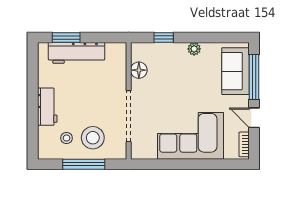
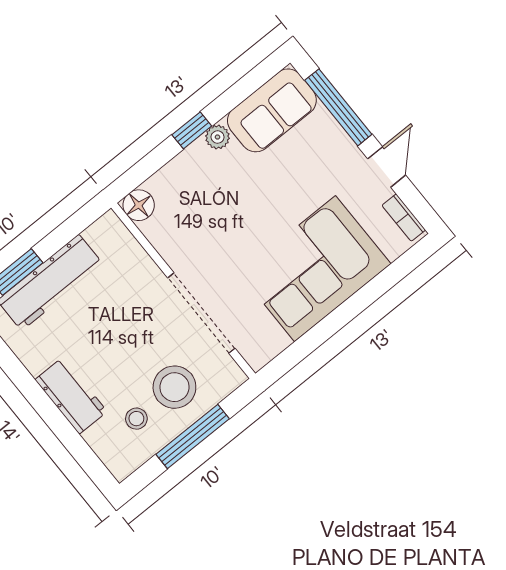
window: (164, 38) -> (192, 130), moved
floor lamp: (139, 70) -> (139, 205), moved
sofa: (235, 71) -> (272, 110), moved, turned -90
door: (254, 118) -> (387, 167), swing flipped

